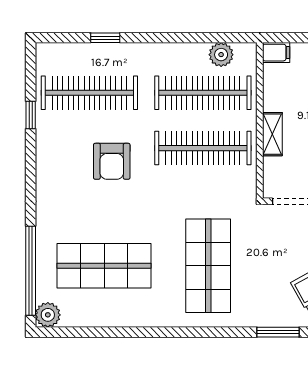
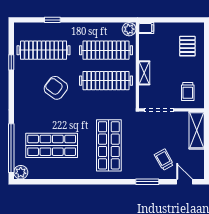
plant: (221, 55) -> (129, 29), moved
armchair: (112, 161) -> (56, 88), turned 127

